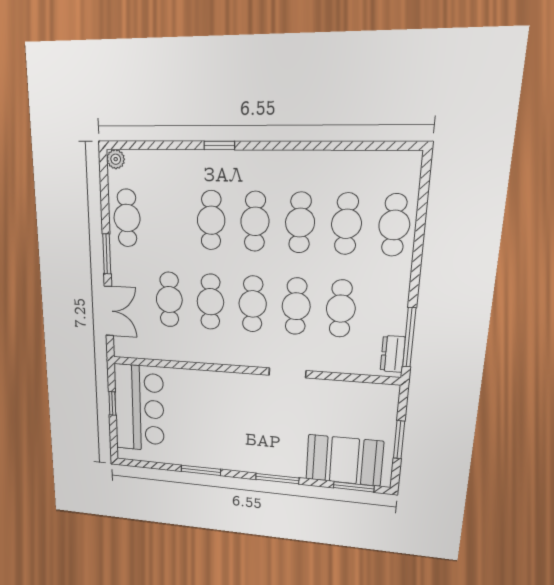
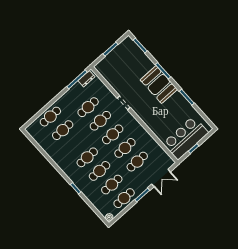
cafe table: (300, 223) -> (112, 185), moved
double door: (109, 311) -> (161, 178), swing flipped
booth: (344, 460) -> (159, 85), moved

